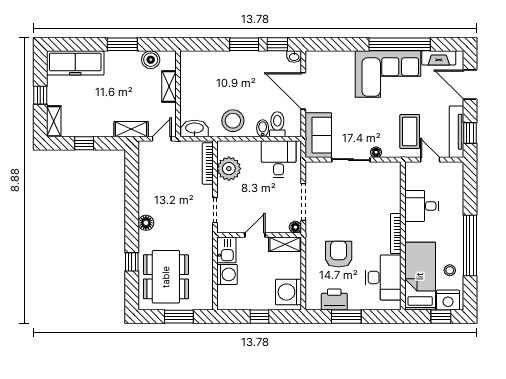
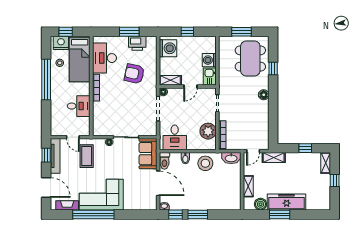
freezer: (75, 63) -> (287, 202), moved
toilet: (277, 124) -> (164, 161), moved
armchair: (339, 254) -> (134, 74), turned 102

